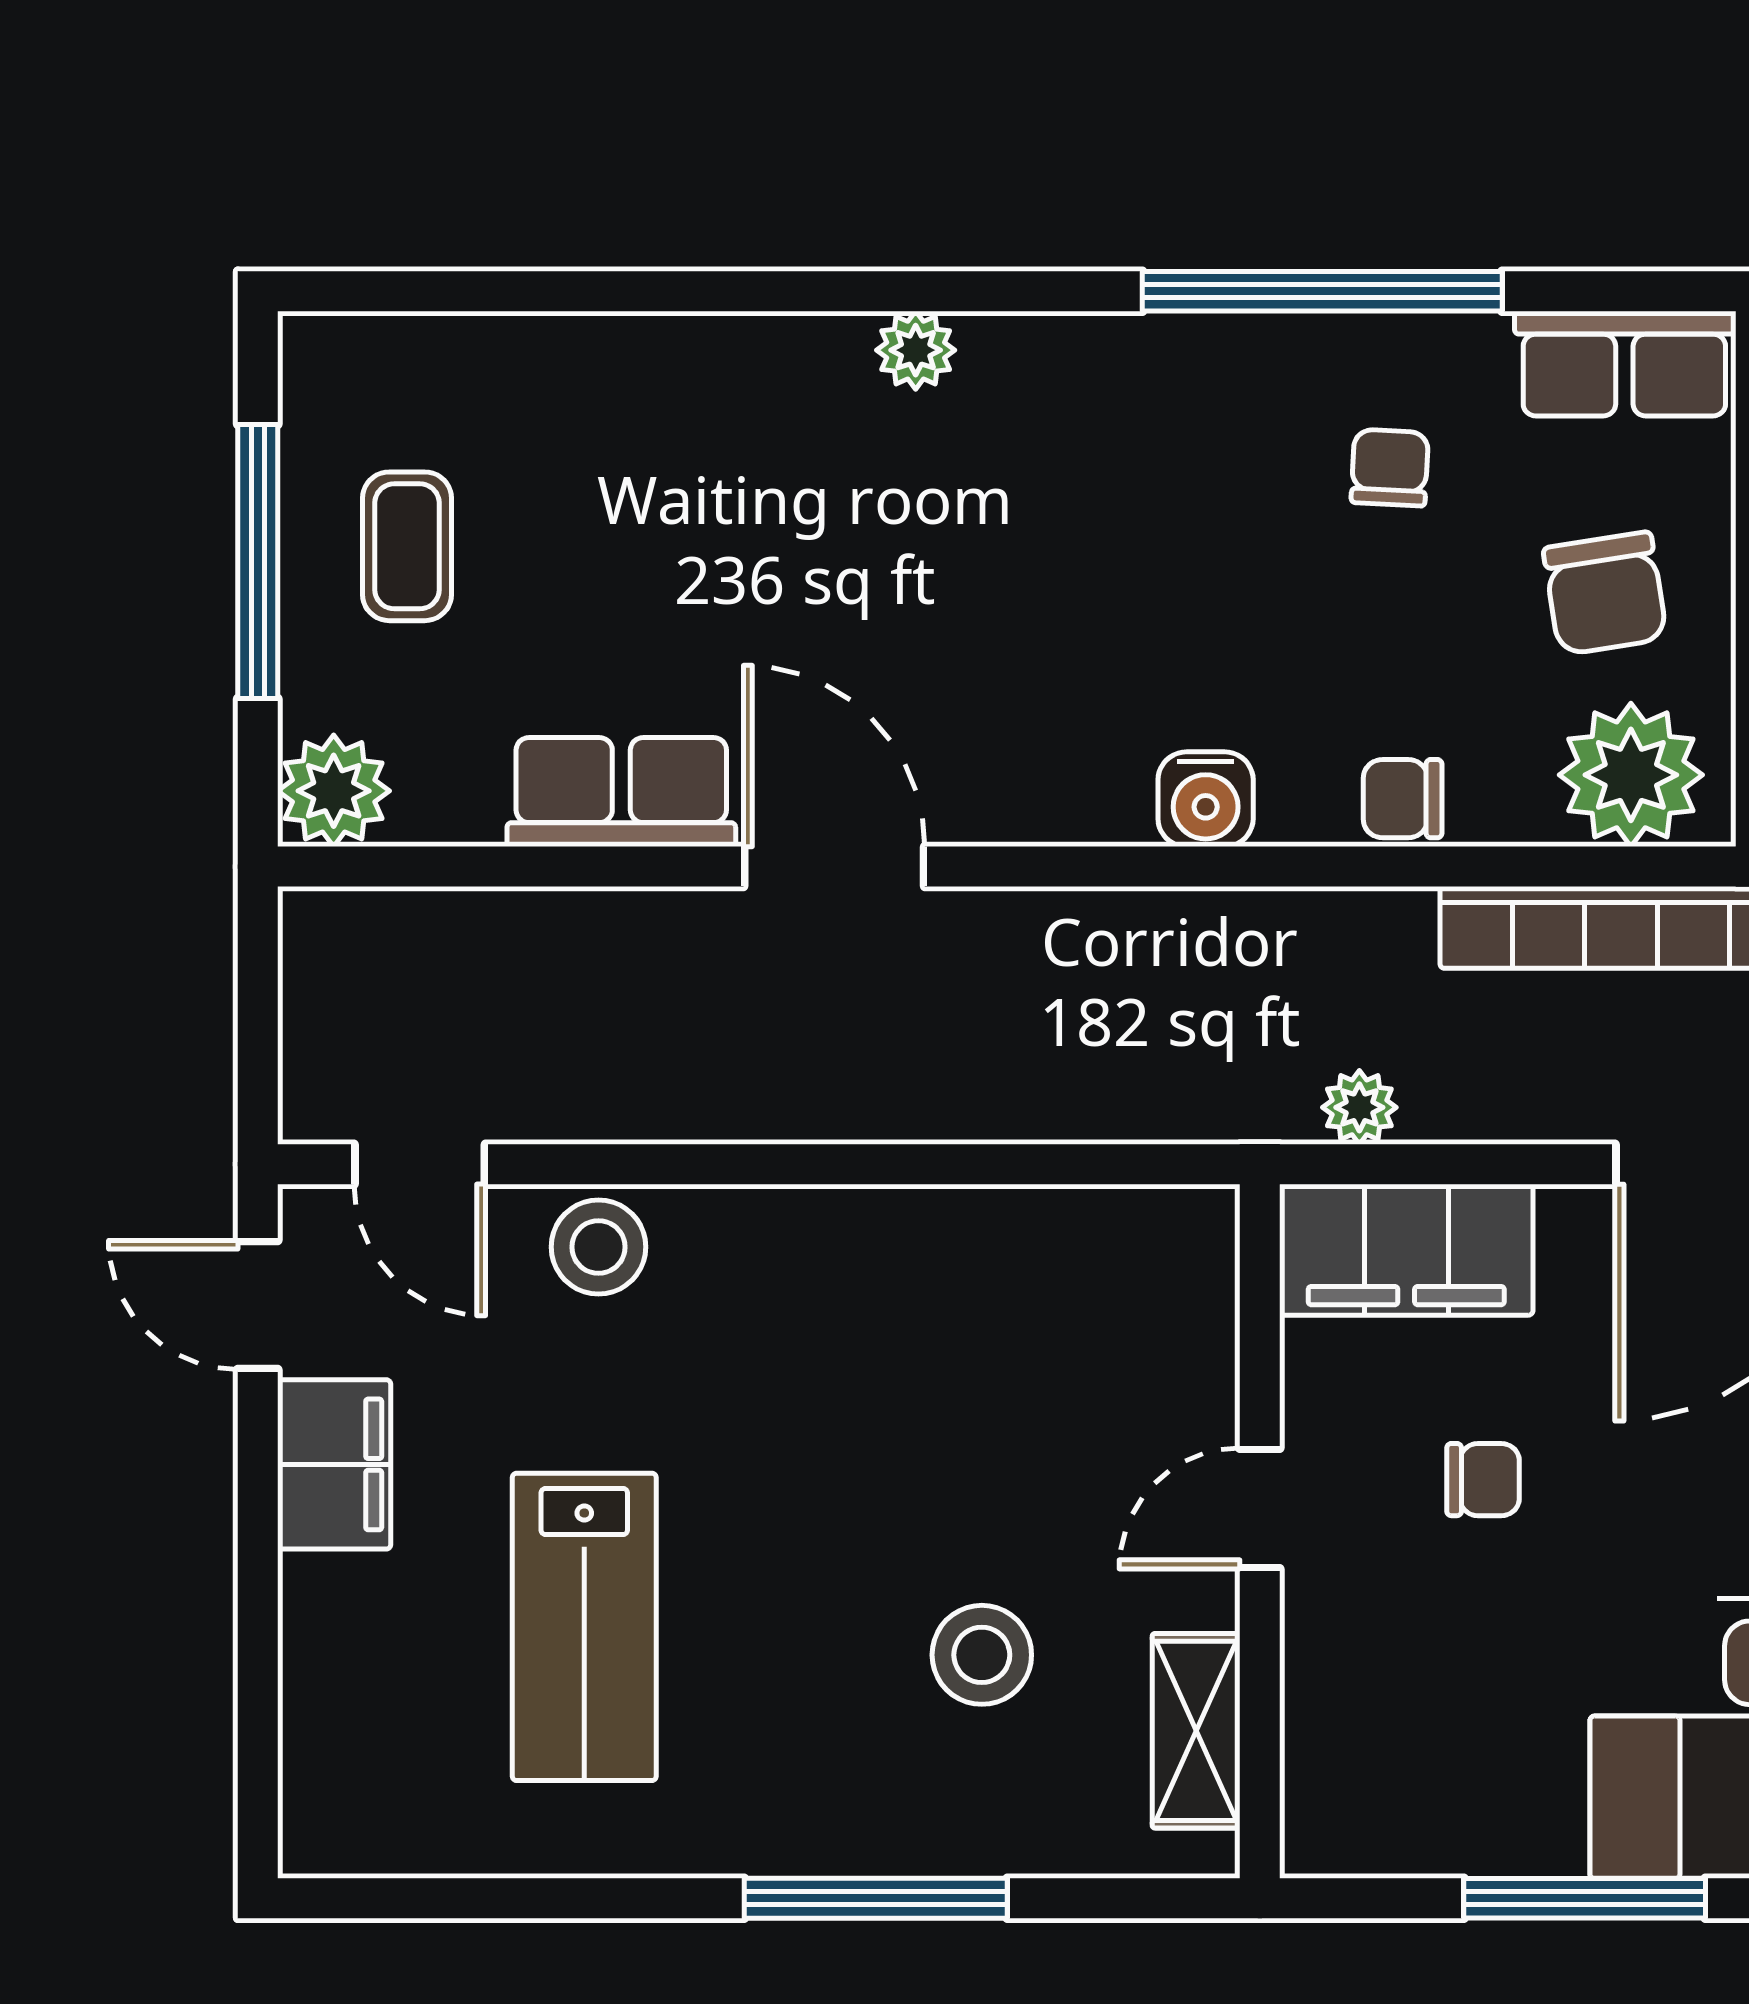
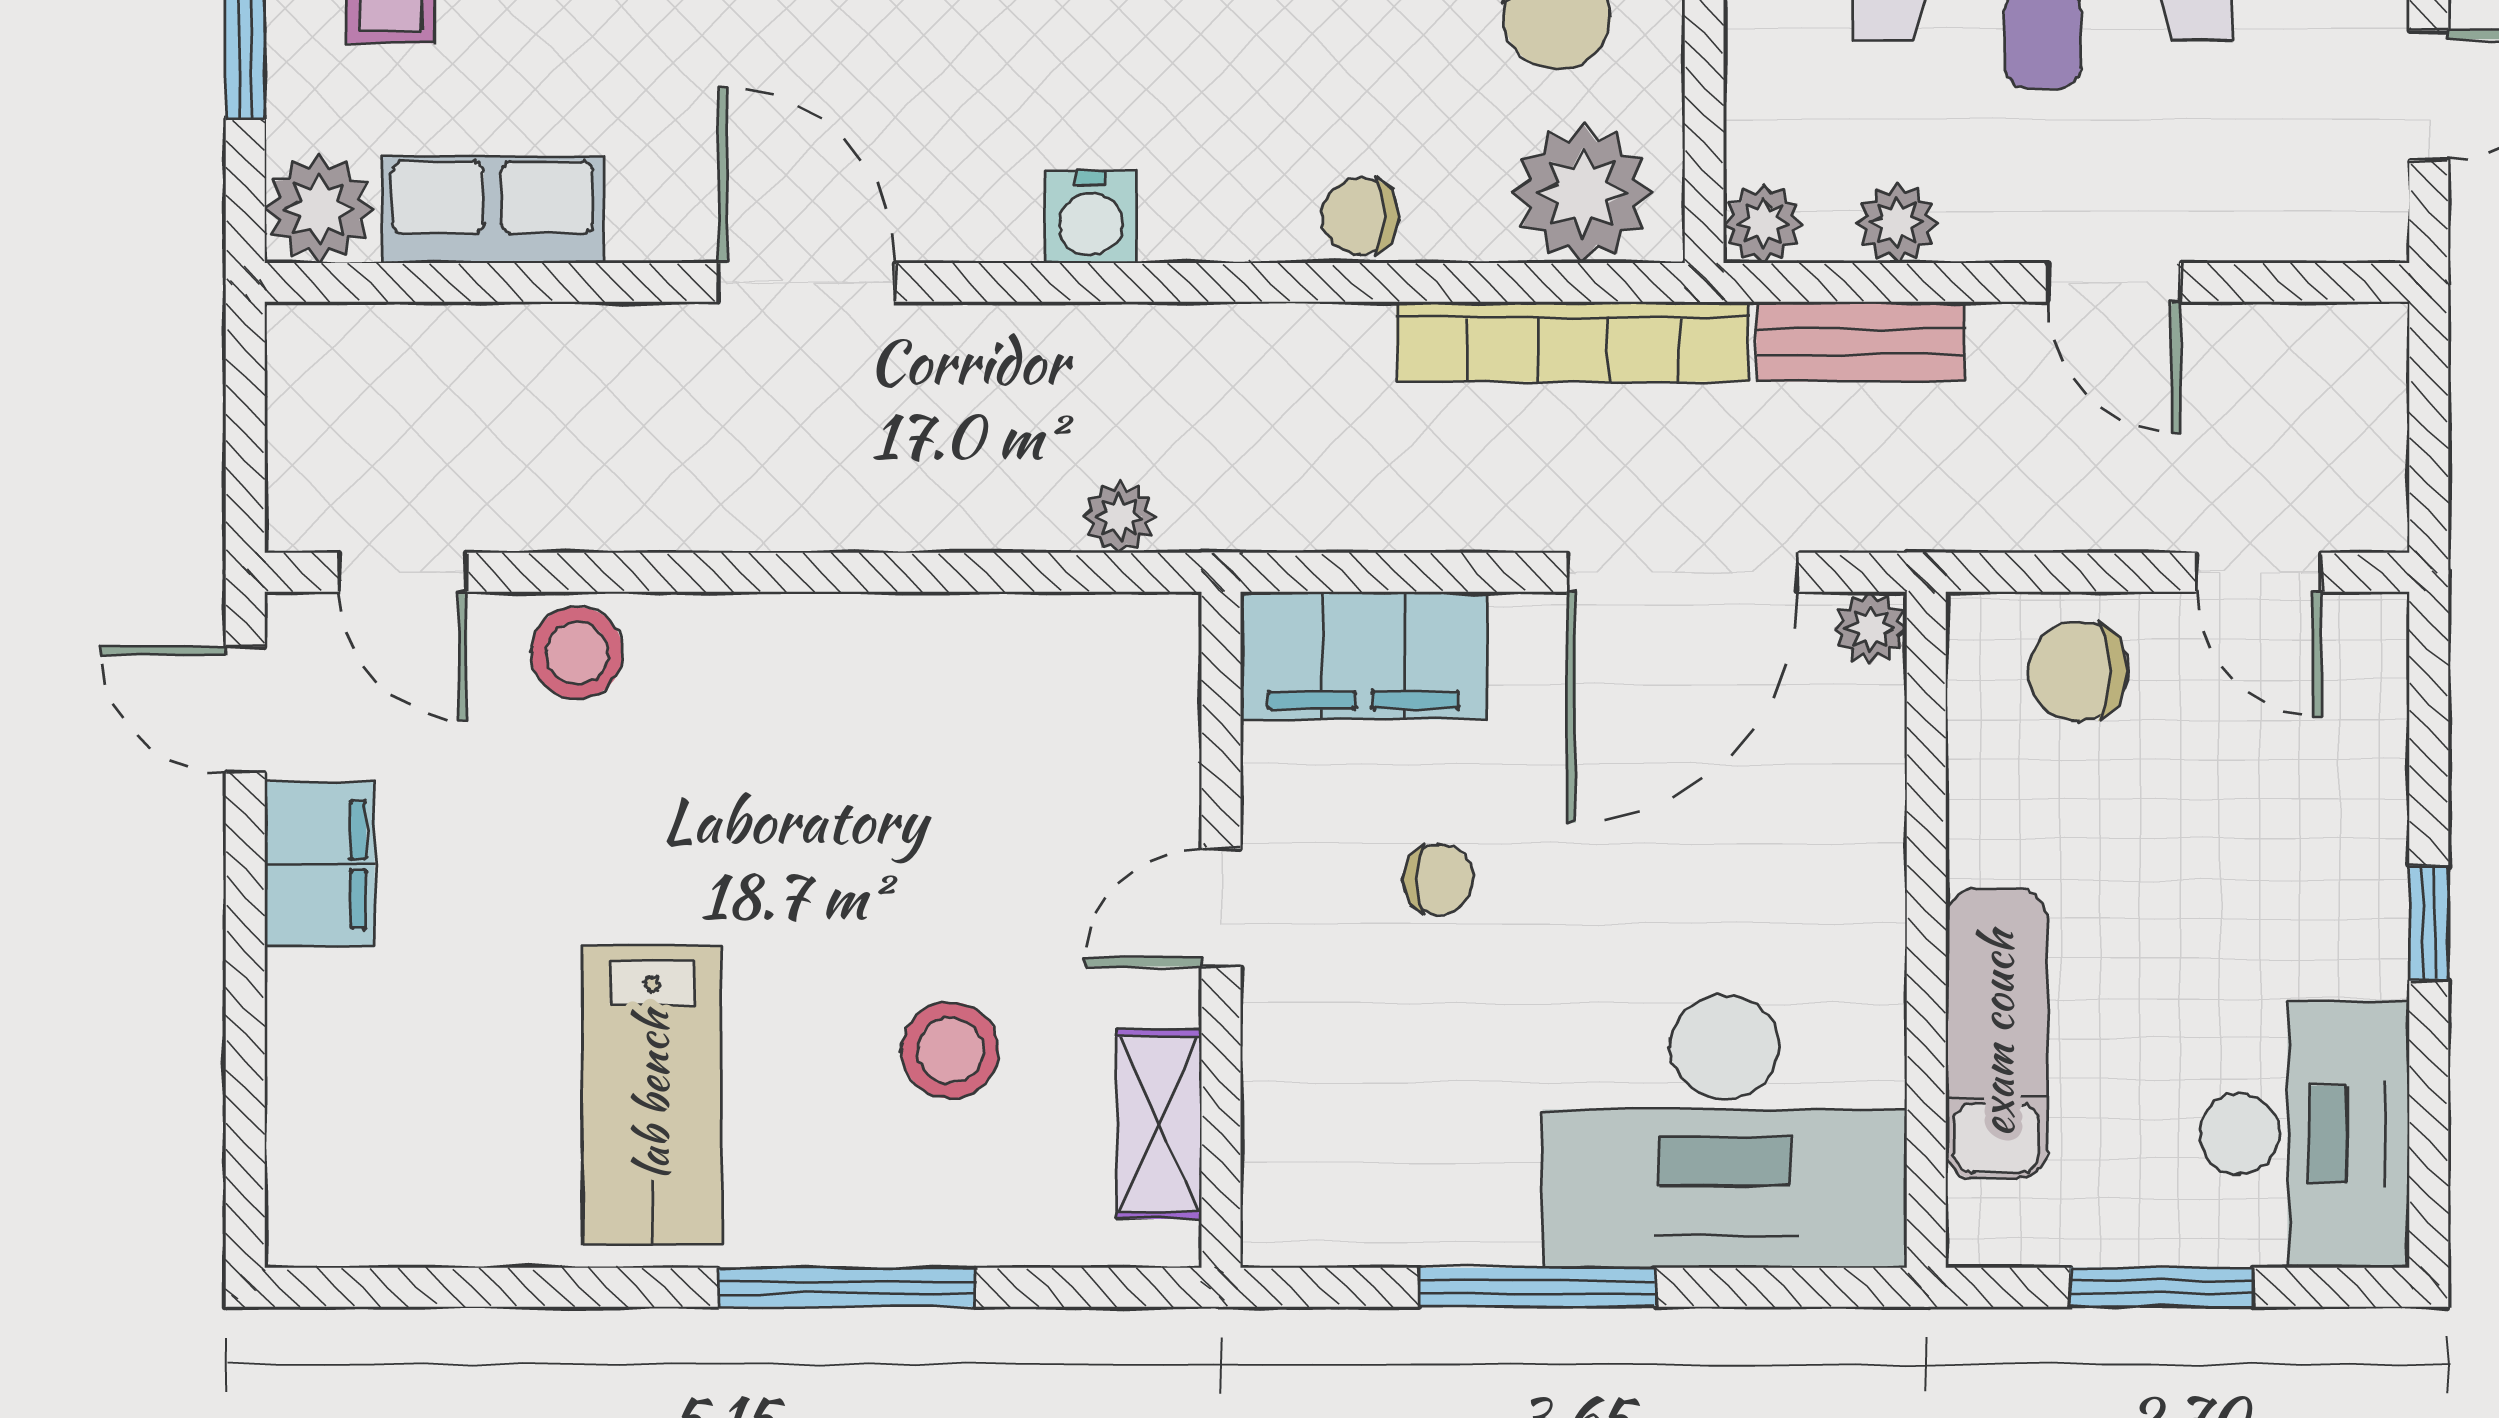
row of seats: (621, 792) -> (492, 210), moved
water cooler: (1206, 799) -> (1091, 217), moved
plant: (1359, 1107) -> (1119, 517), moved
lab bench: (584, 1627) -> (652, 1095), moved

